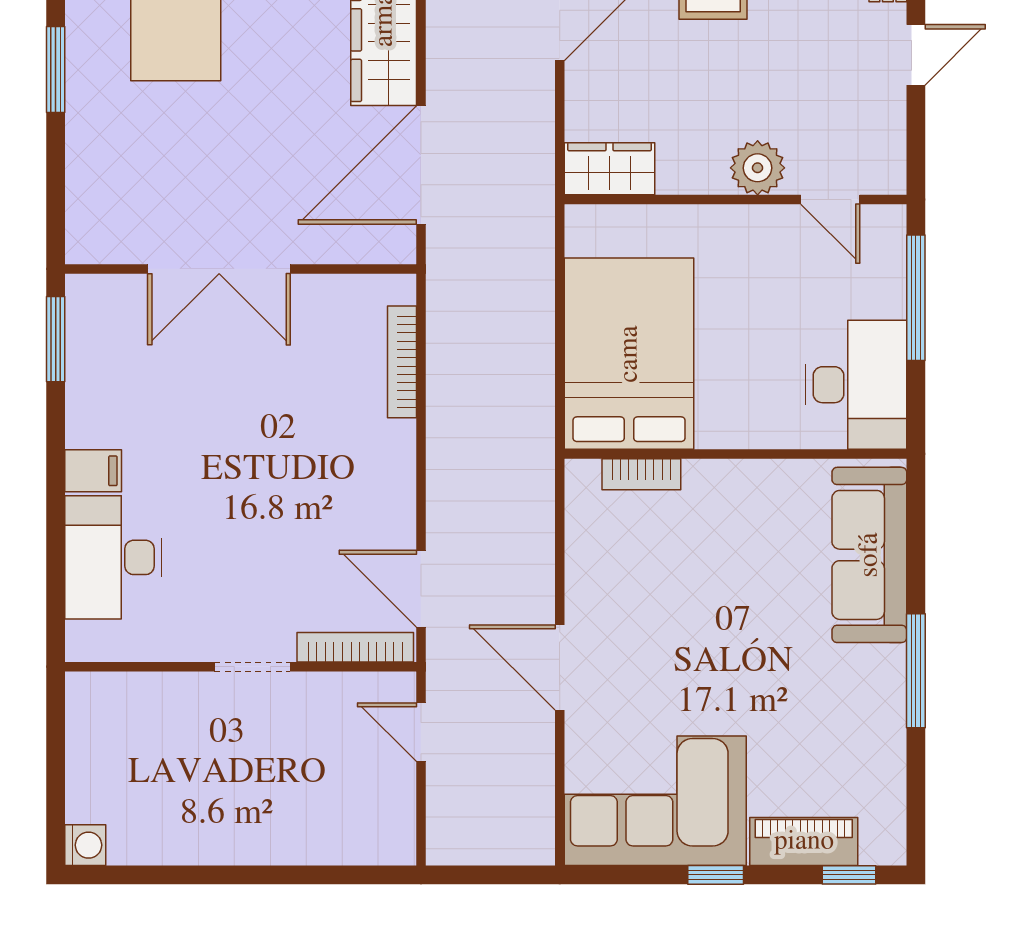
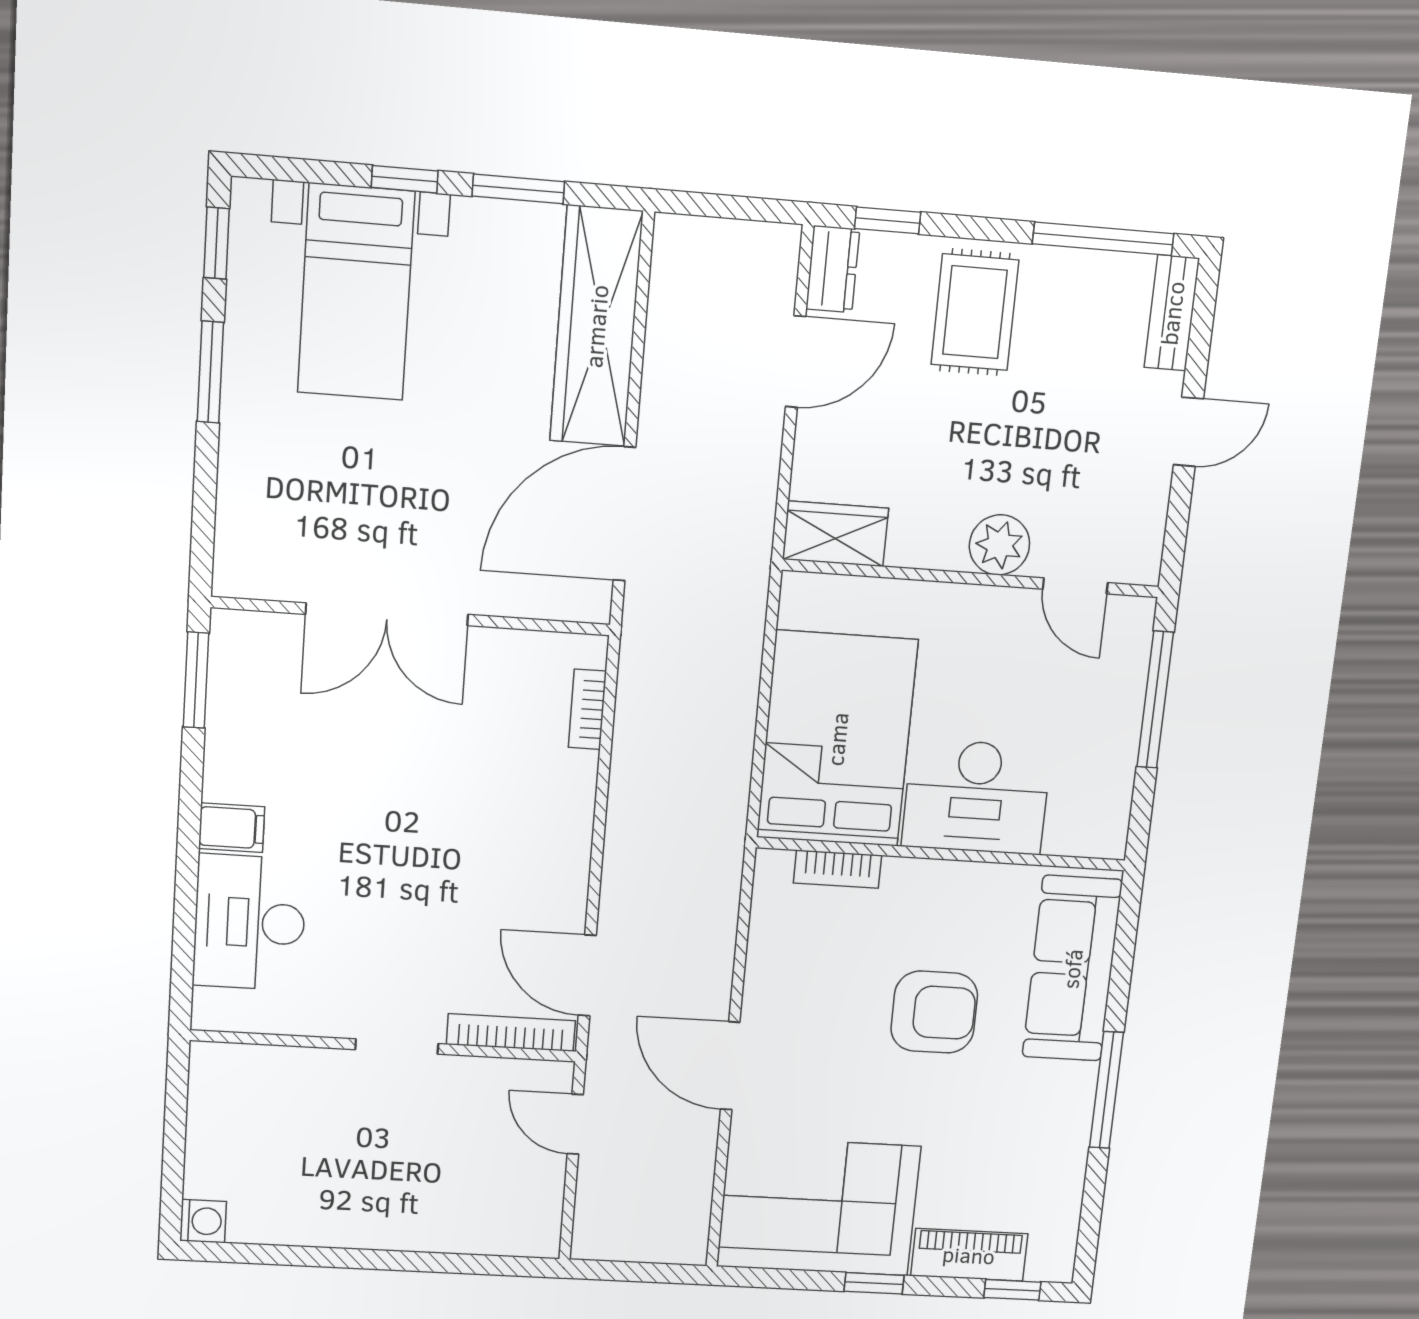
bookcase: (402, 362) -> (587, 709), width x0.64
desk: (856, 385) -> (976, 797), moved, turned 90
armchair: (745, 605) -> (934, 1012), added

